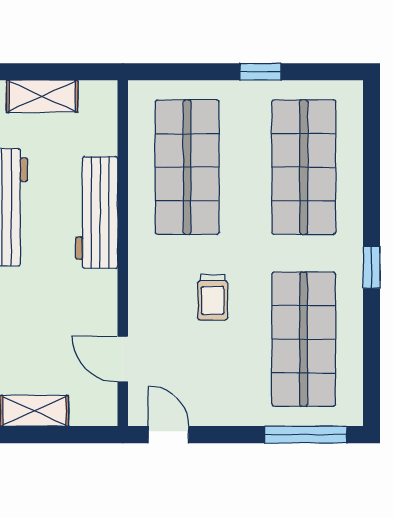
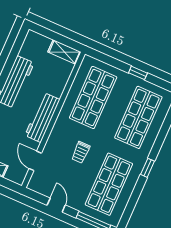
shelving: (42, 96) -> (64, 52), moved
workbench: (97, 212) -> (42, 117), moved
door: (168, 435) -> (56, 205), moved

